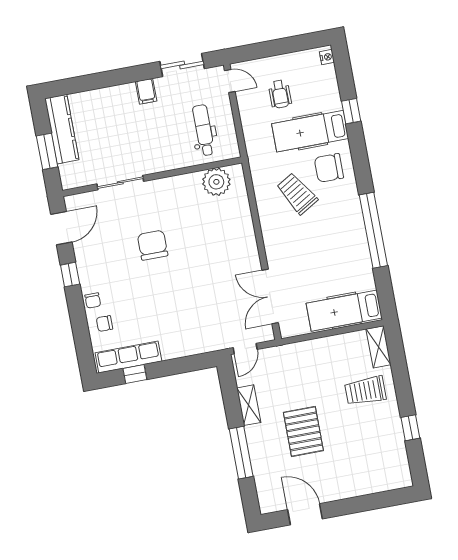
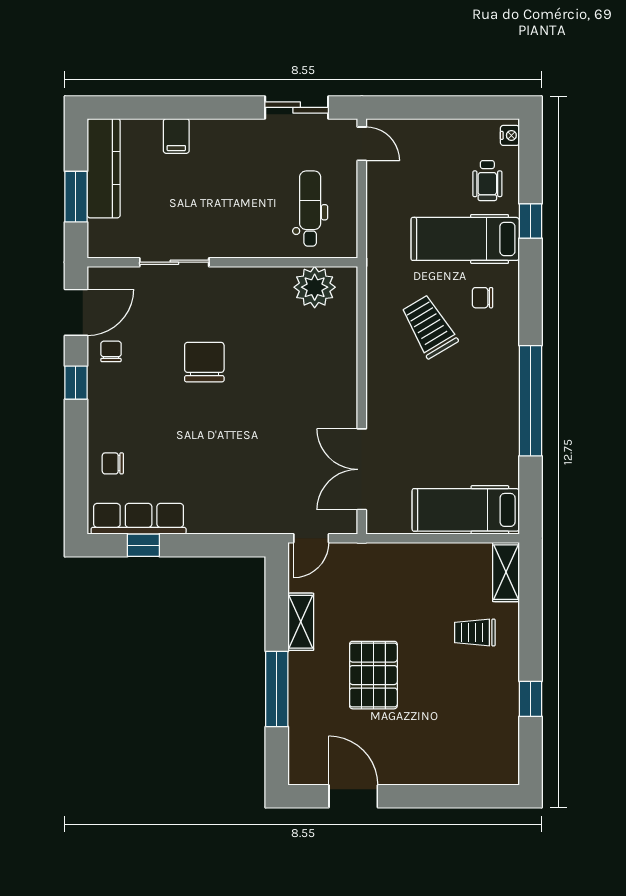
filing cabinet: (146, 91) -> (176, 136), moved
wheelchair: (280, 94) -> (487, 181), moved
chair: (329, 168) -> (483, 298), width x0.54, depth x0.54
chair: (93, 300) -> (111, 351), moved, turned 180
trolley: (365, 391) -> (475, 633), width x0.73, depth x0.72

